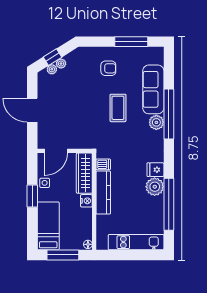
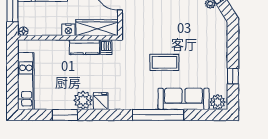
window: (131, 42) -> (233, 76), width x0.46
armchair: (108, 68) -> (205, 52), removed
plant: (156, 122) -> (218, 102), moved
kitchen counter: (103, 193) -> (84, 47), width x0.67
window: (169, 204) -> (65, 115), width x0.47

